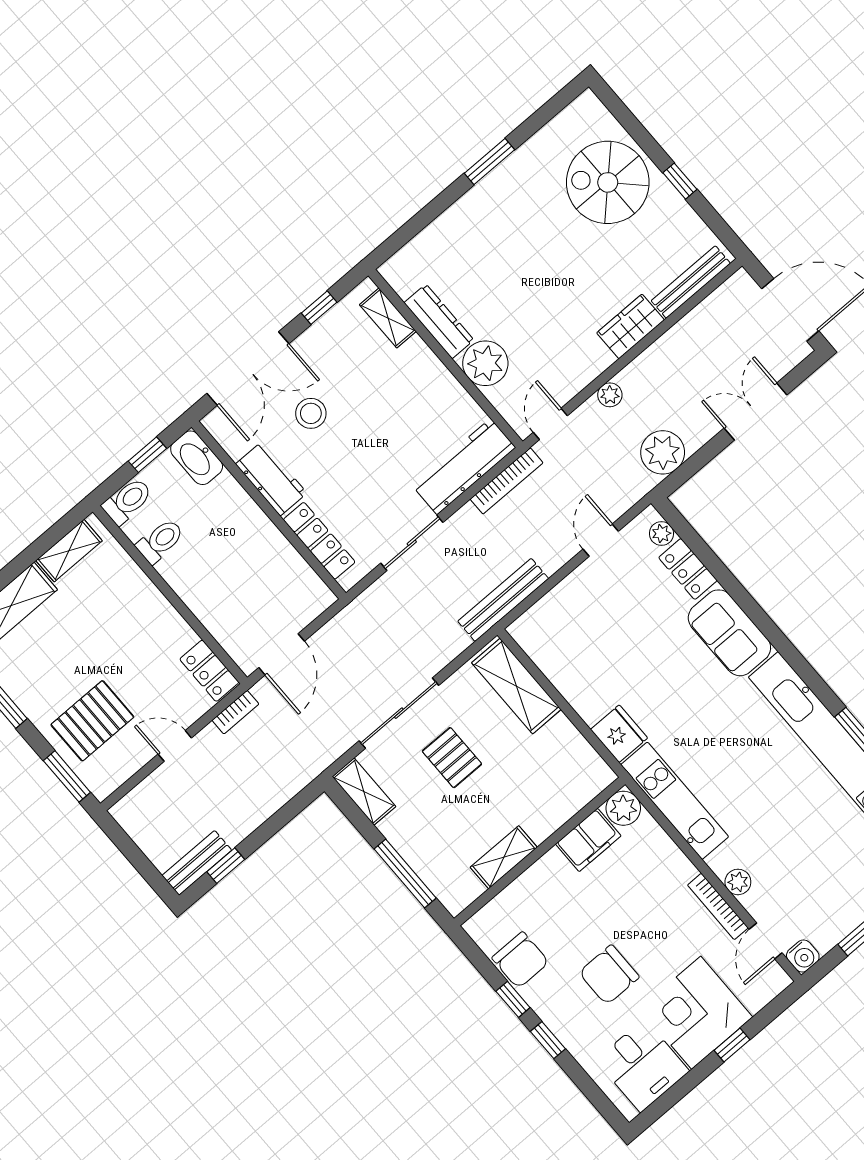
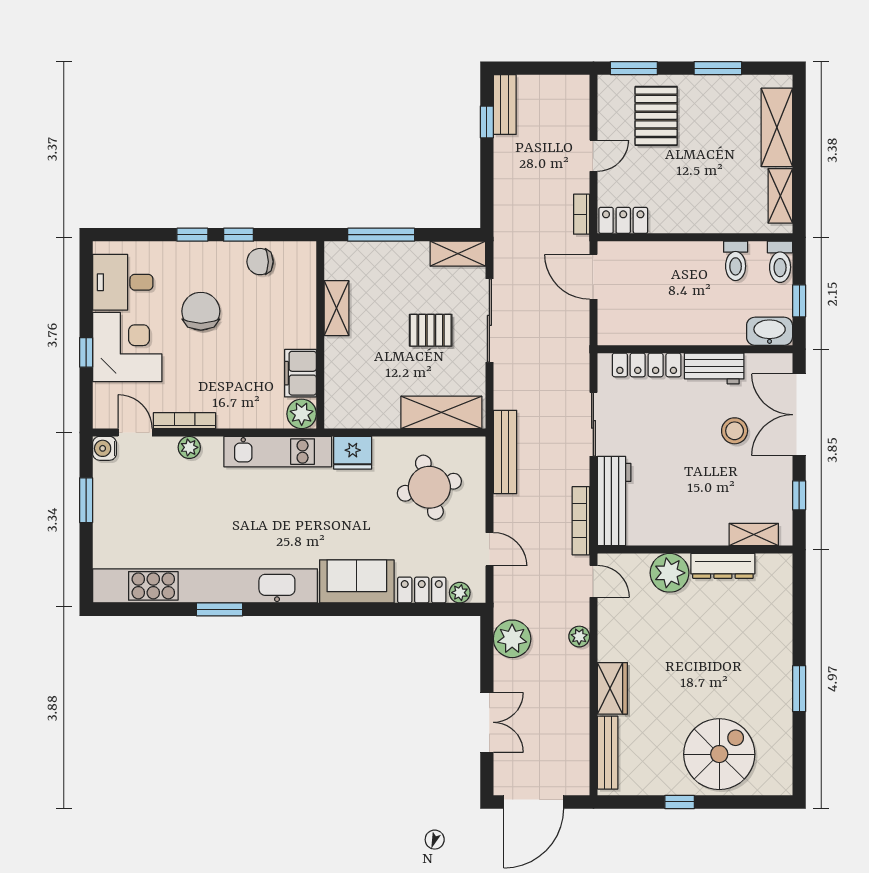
round table: (591, 640) -> (429, 487), added
chair: (520, 960) -> (260, 262), width x0.73, depth x0.73

